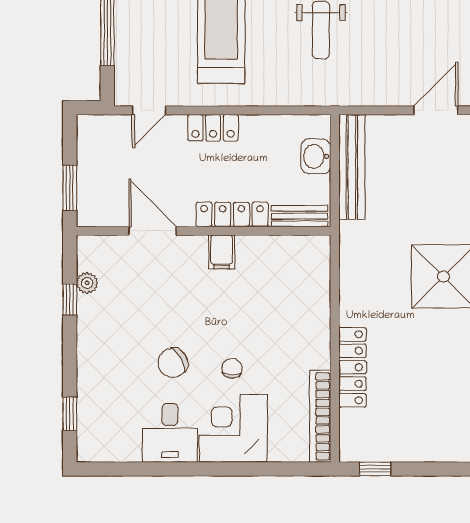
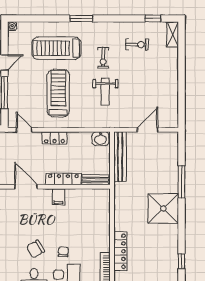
door: (149, 110) -> (24, 130), swing flipped
door: (436, 110) -> (148, 130), moved
washbasin: (316, 156) -> (100, 139), moved, turned -90

